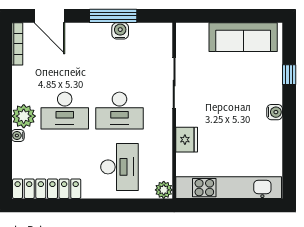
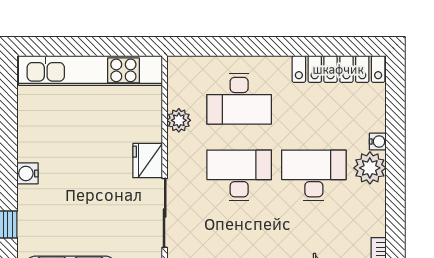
fridge: (187, 140) -> (148, 161), moved
desk: (119, 167) -> (239, 99), turned -90
plant: (164, 190) -> (179, 120), moved

